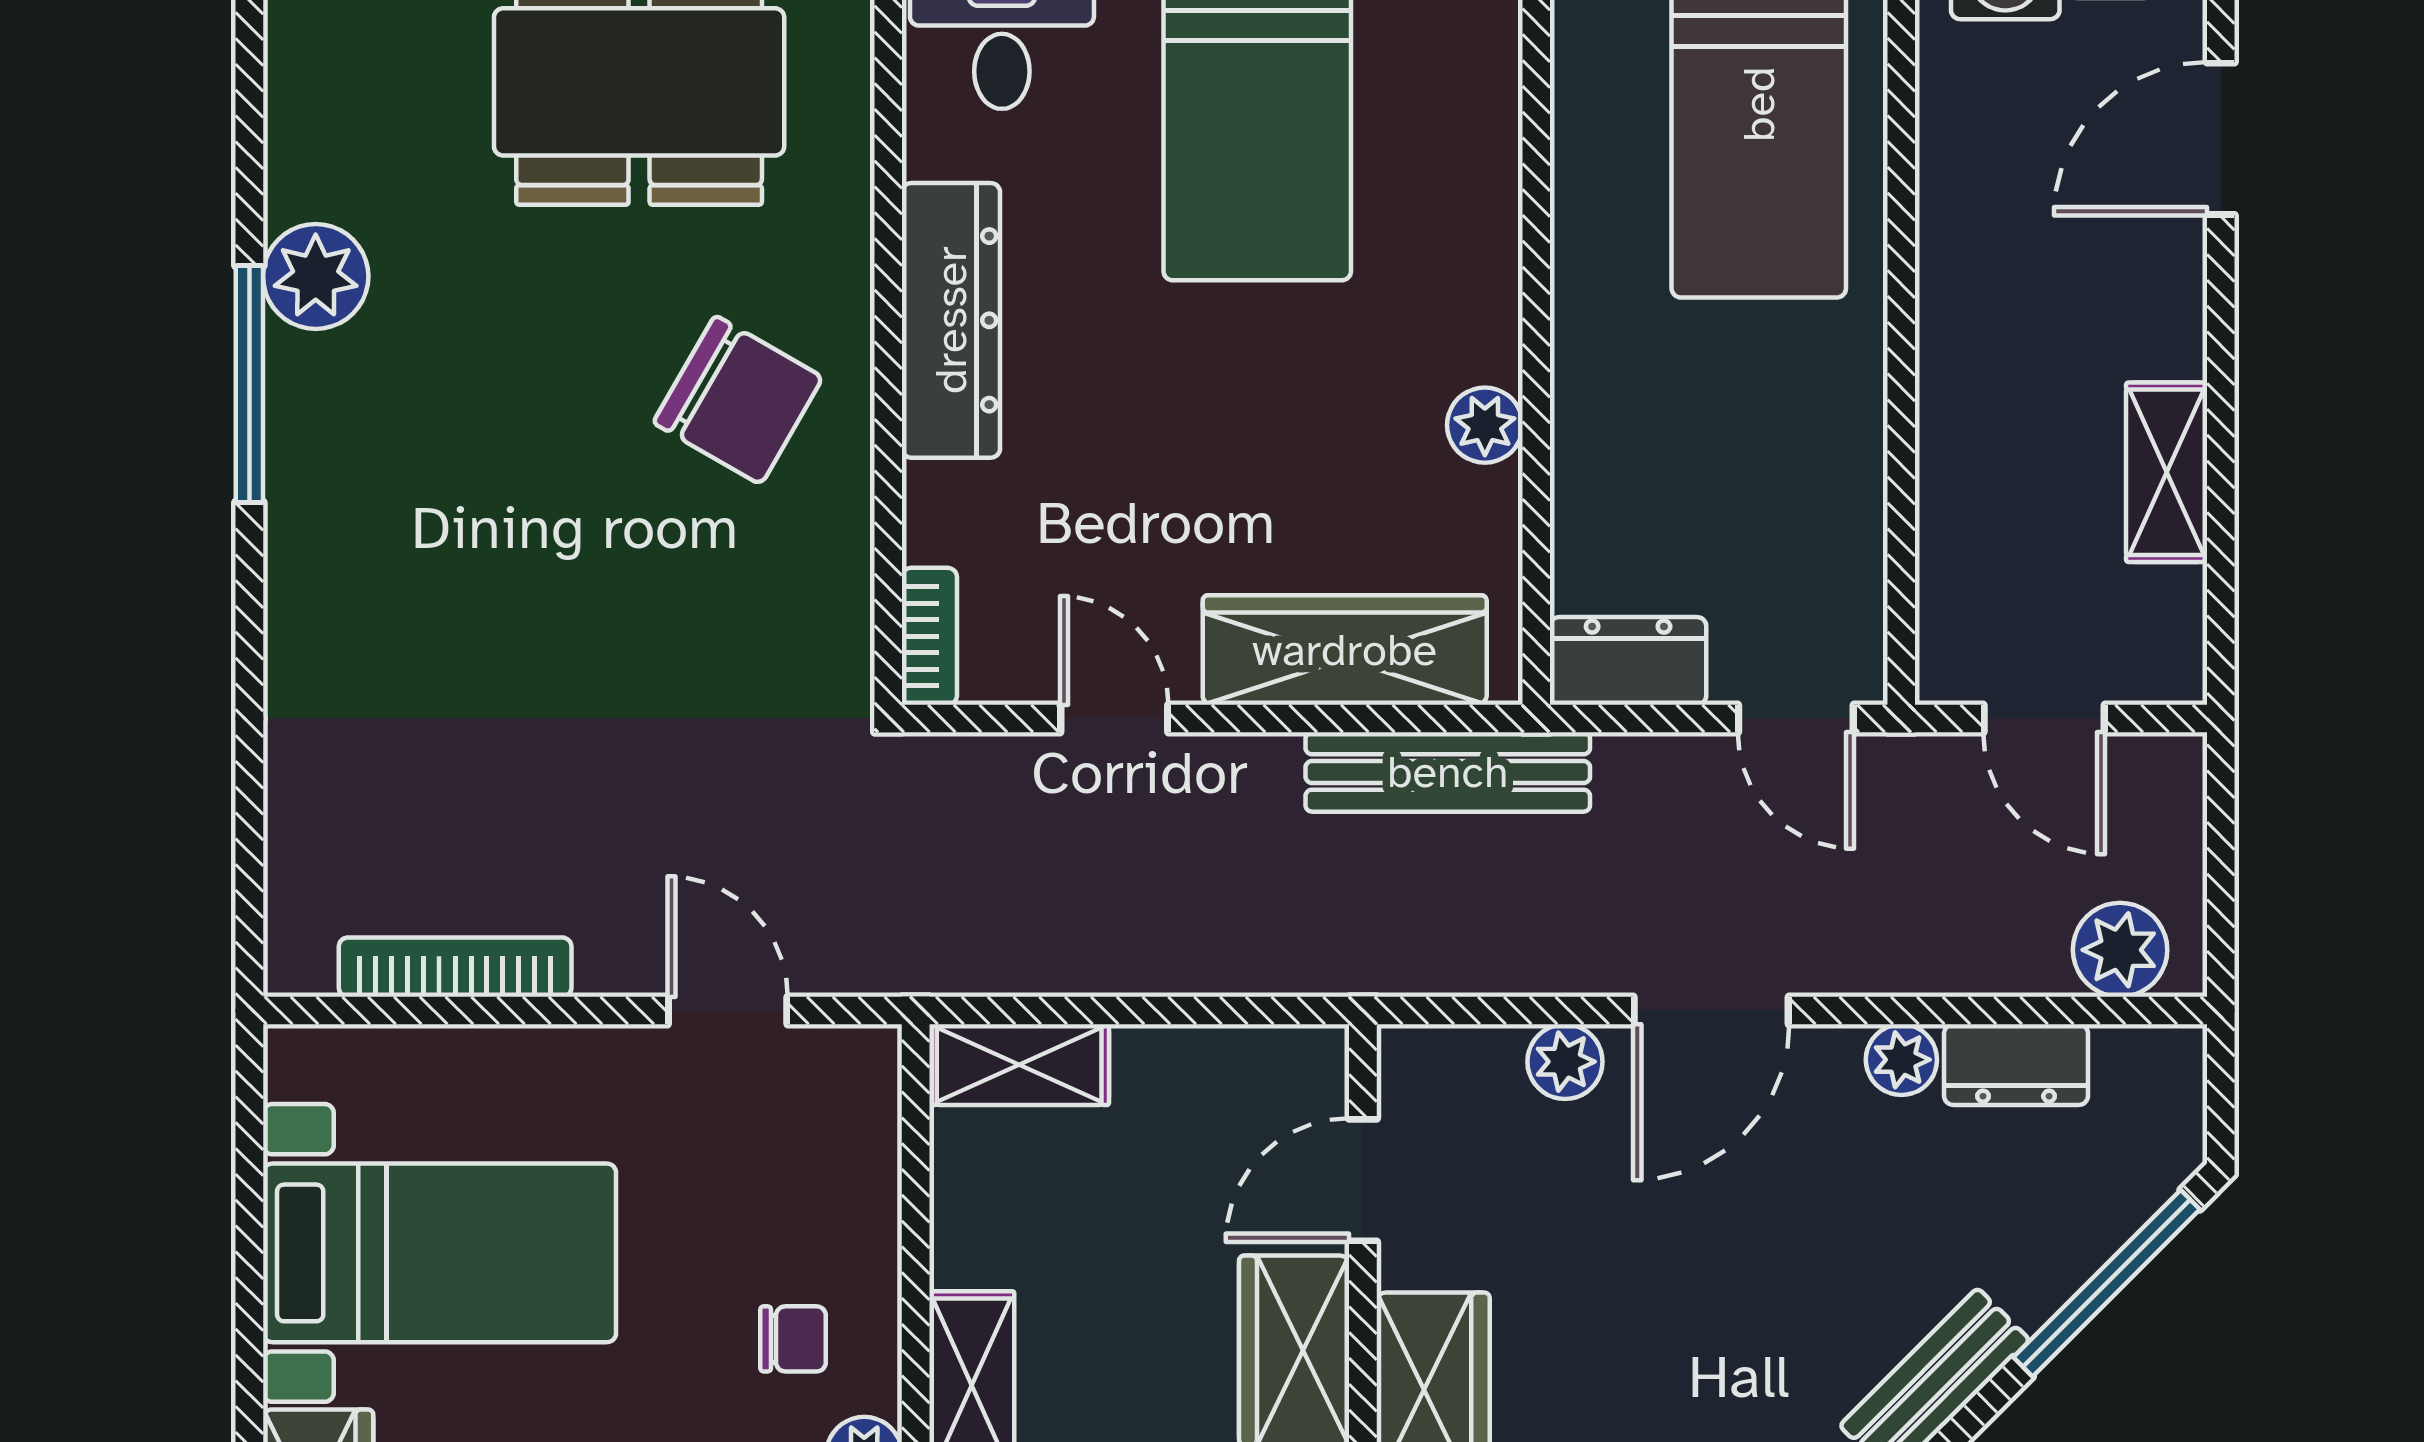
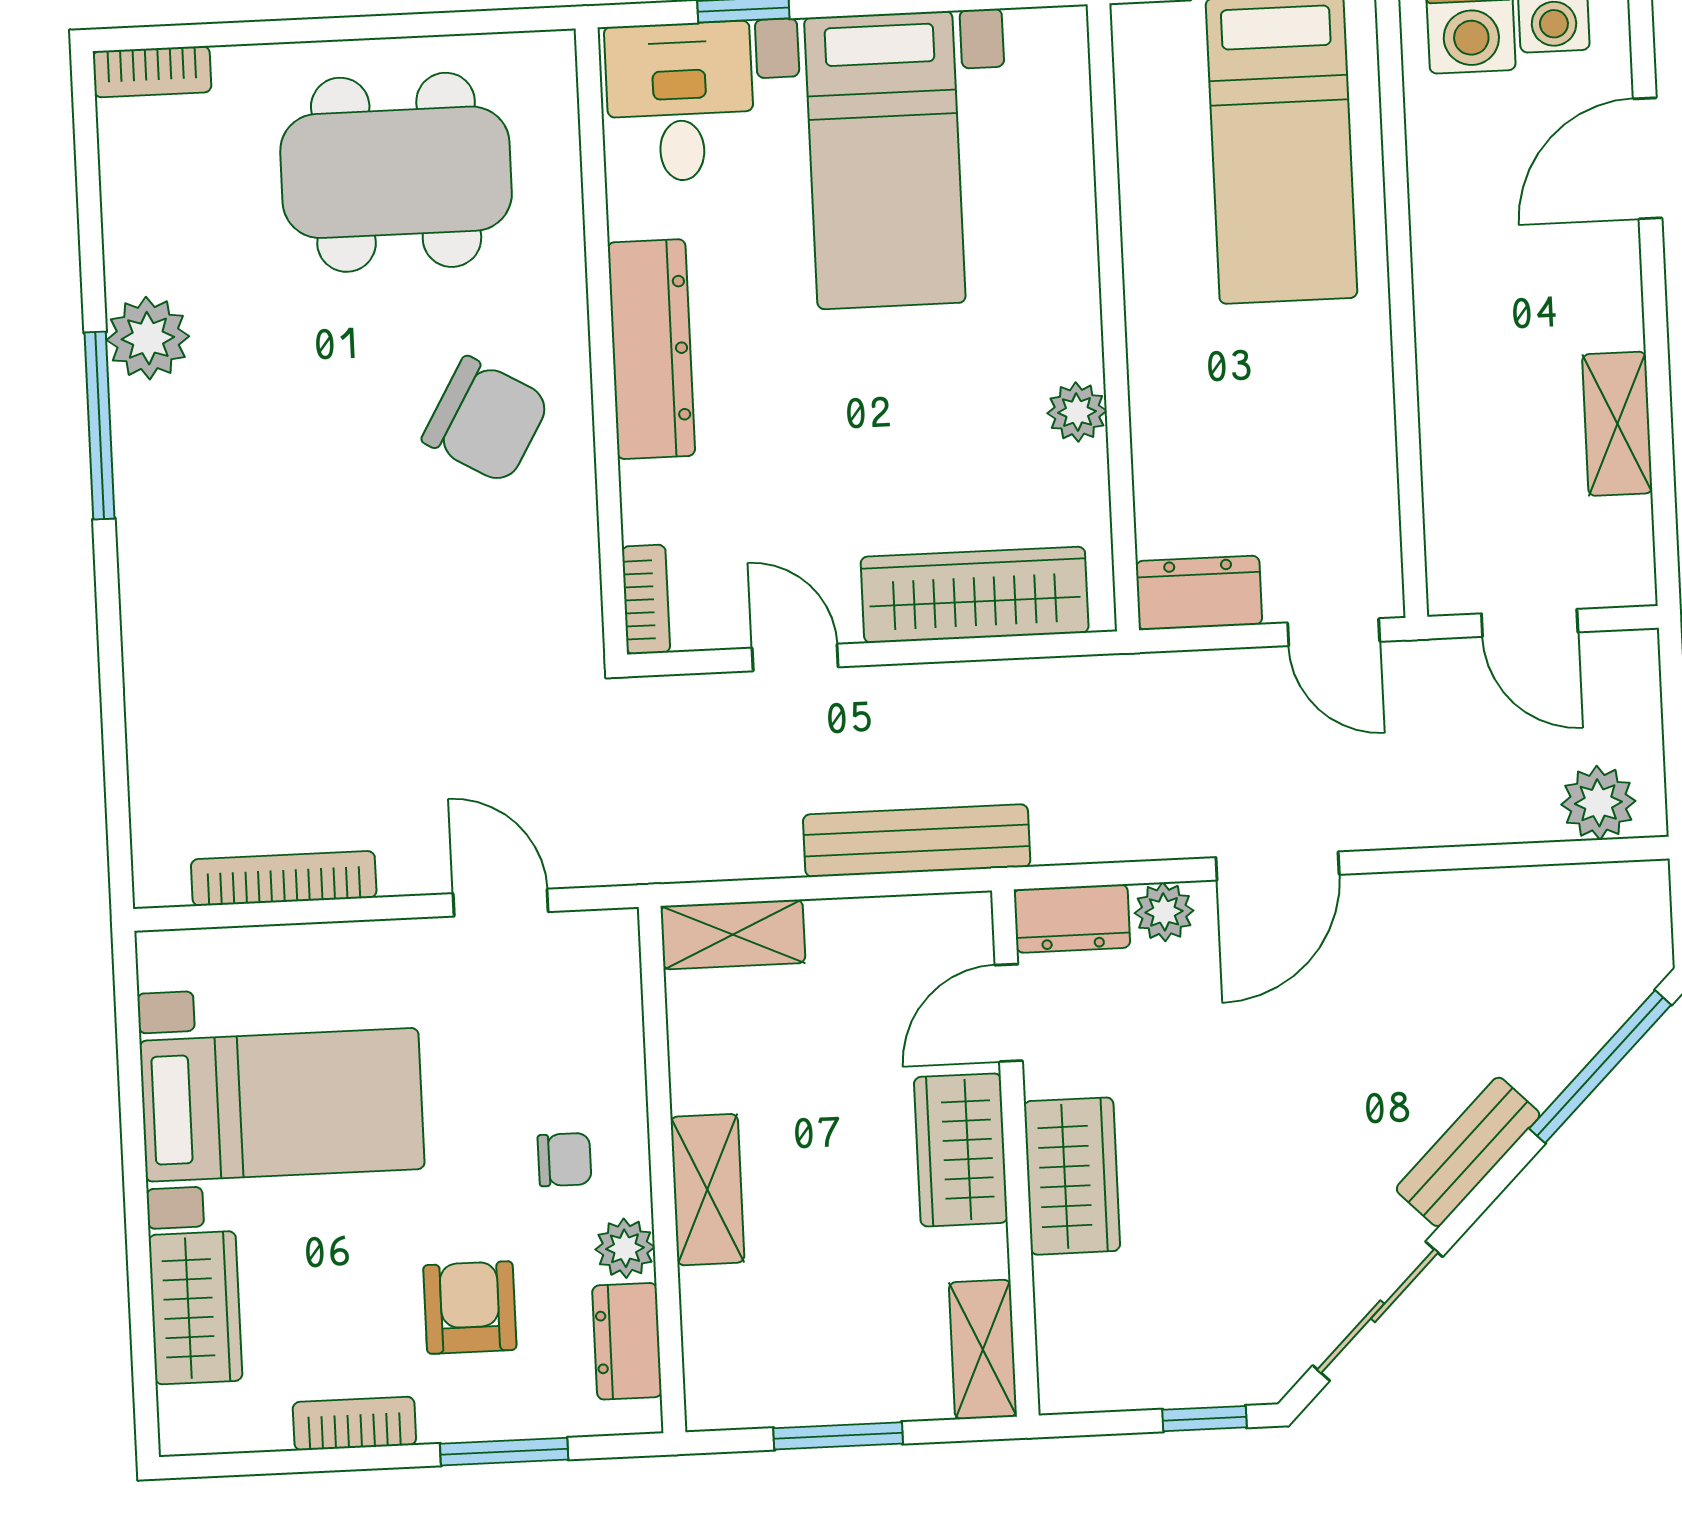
bench: (1448, 772) -> (917, 841), moved
plant: (1901, 1060) -> (1430, 898), removed
dresser: (2016, 1065) -> (1072, 919), moved

